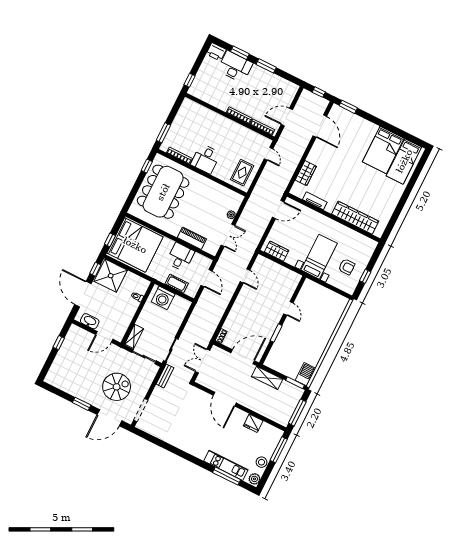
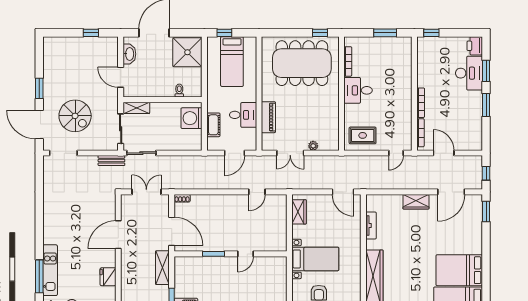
window: (163, 133) -> (385, 33), moved
wardrobe: (306, 173) -> (416, 202), moved
bed: (135, 245) -> (232, 62), width x0.49
window: (95, 269) -> (186, 33), removed

